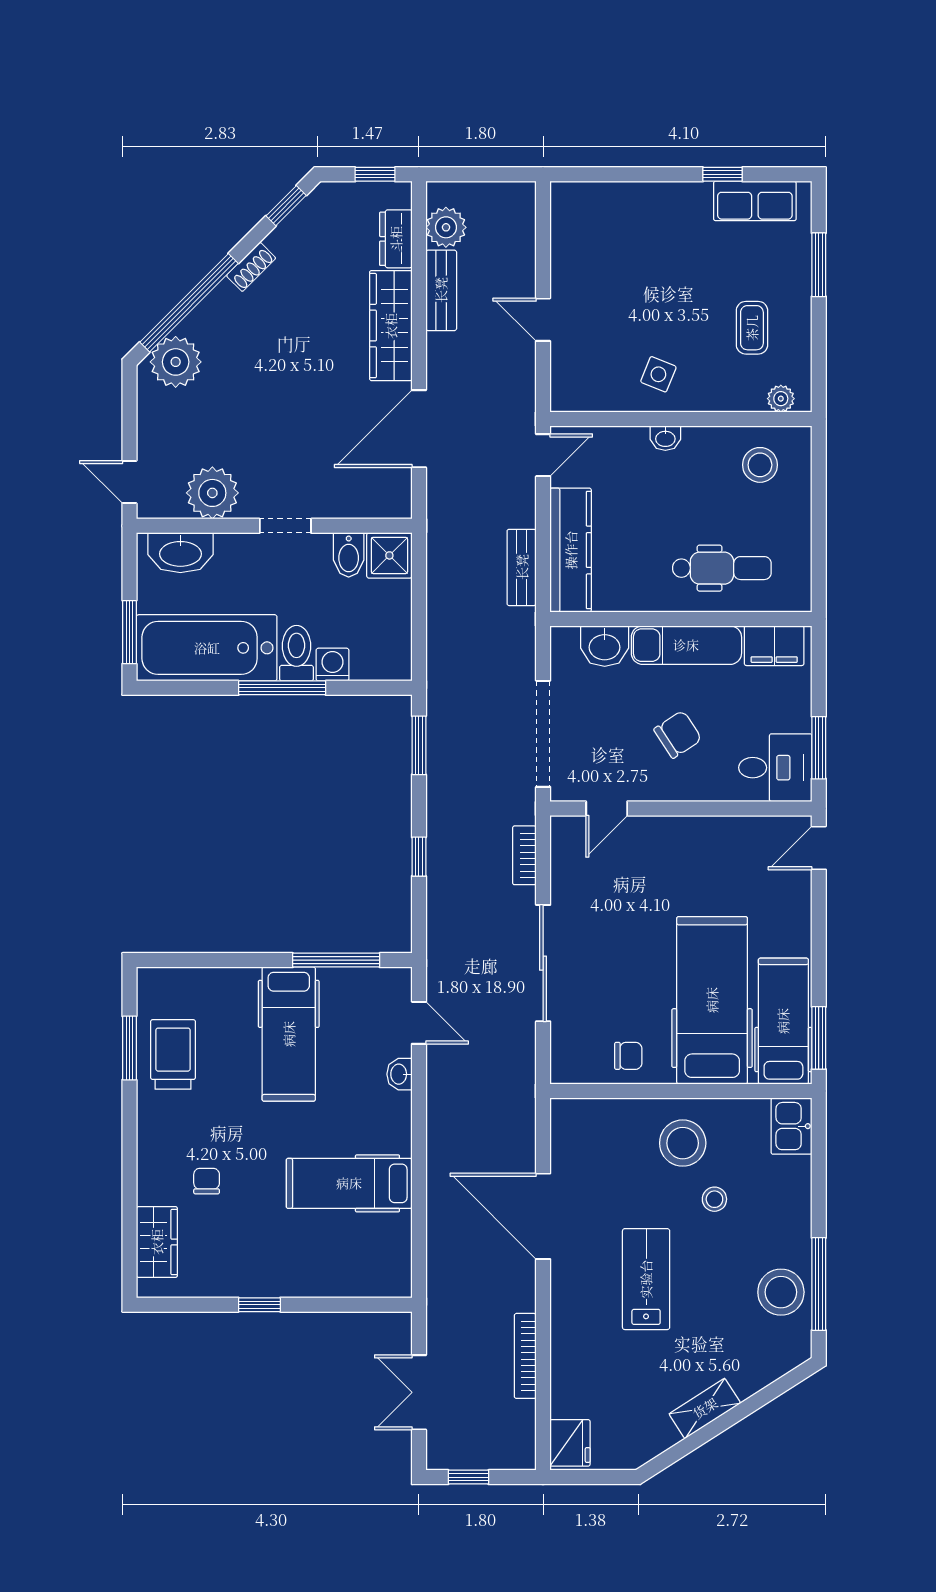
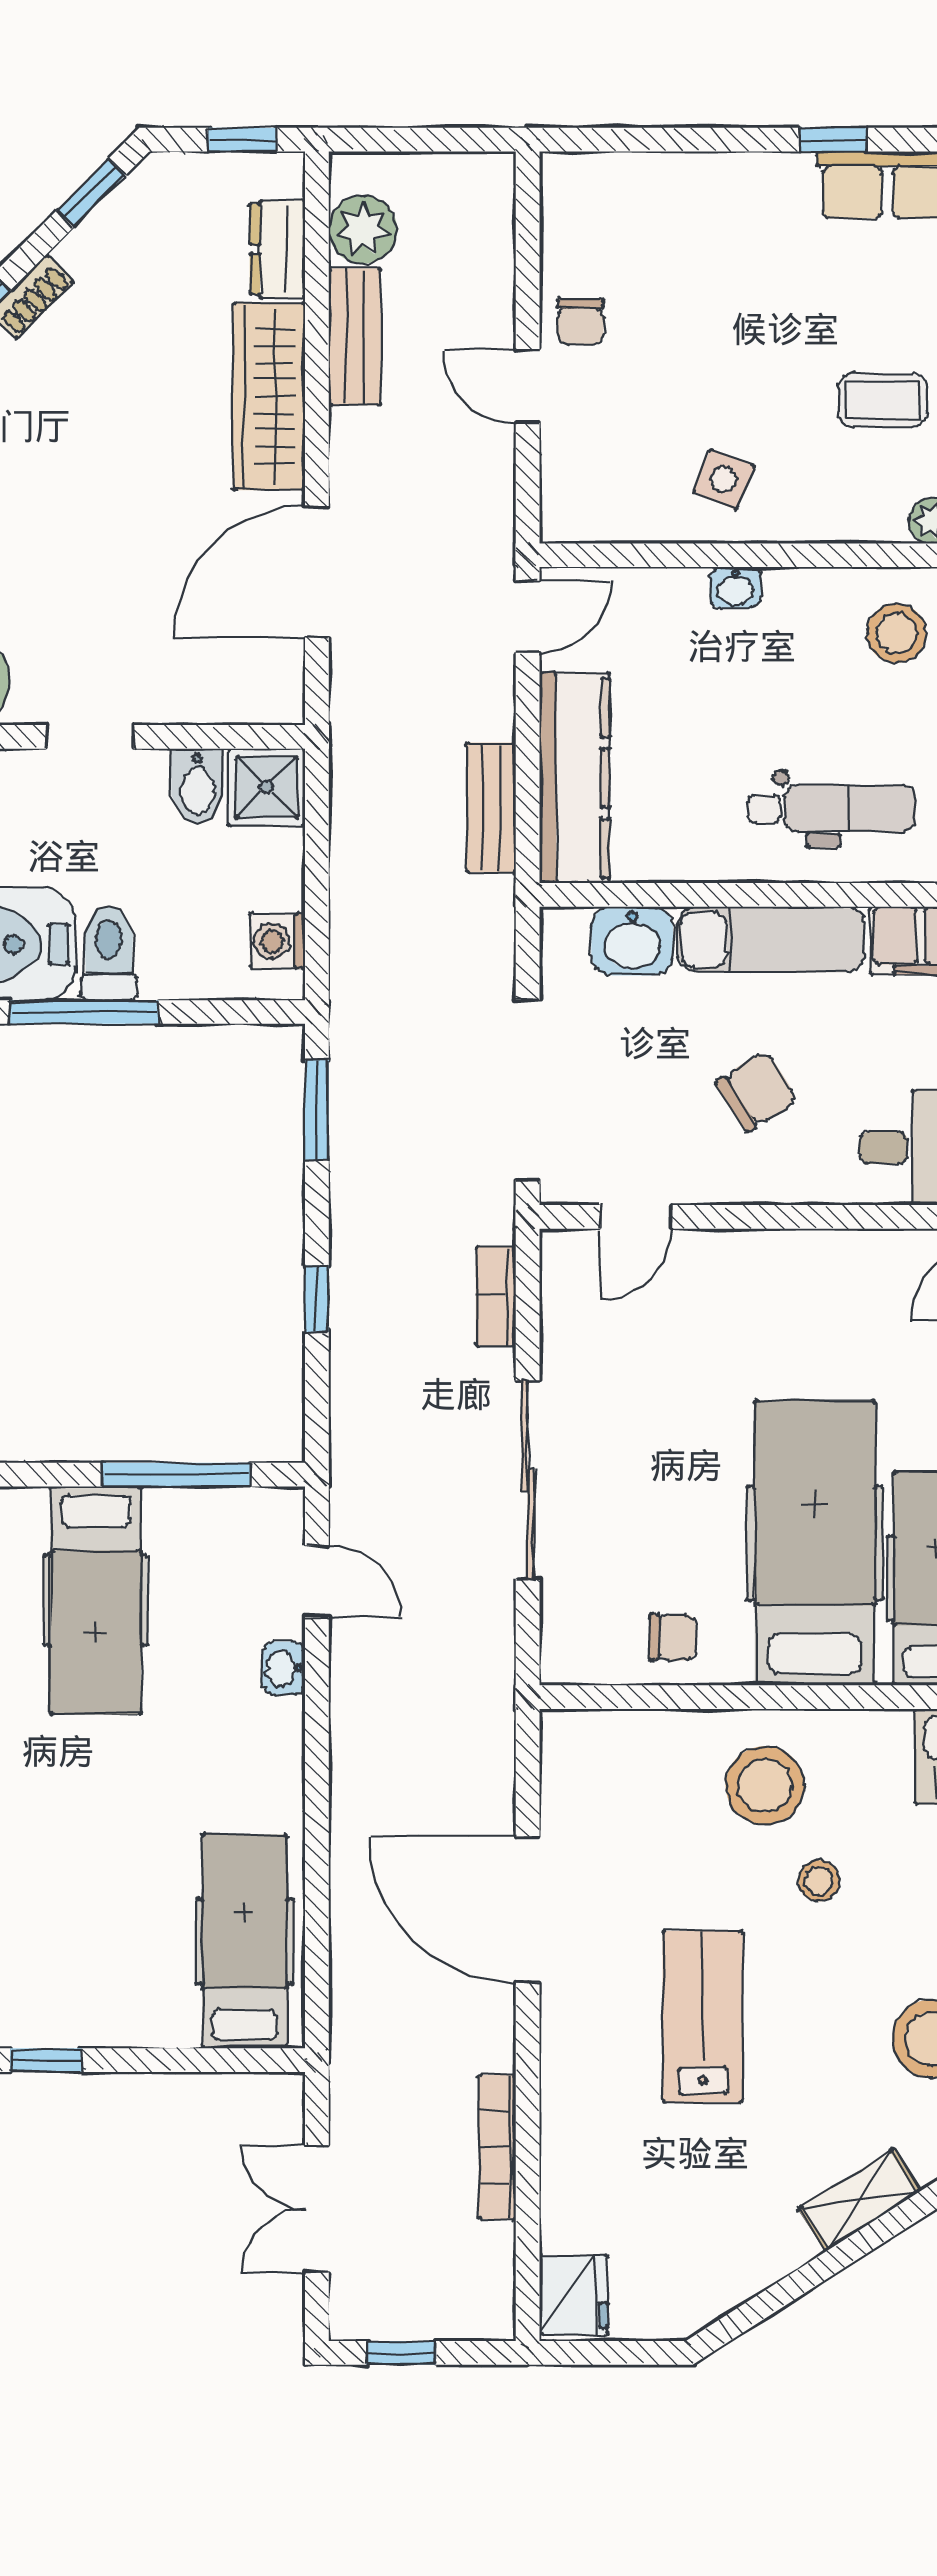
chair: (574, 282) -> (580, 322), added
coffee table: (752, 328) -> (883, 400), turned 90
washing machine: (332, 665) -> (277, 941), moved, turned -90
hospital bed: (349, 1183) -> (245, 1942), moved, turned 90
shelving: (705, 1408) -> (859, 2200), moved

